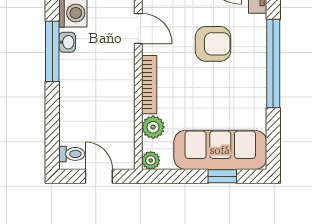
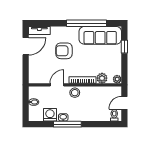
armchair: (213, 44) -> (64, 51), turned -90
window: (273, 64) -> (86, 23), moved
stool: (121, 67) -> (75, 93), added
sofa: (220, 150) -> (100, 35), moved, turned -90

